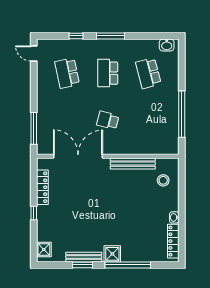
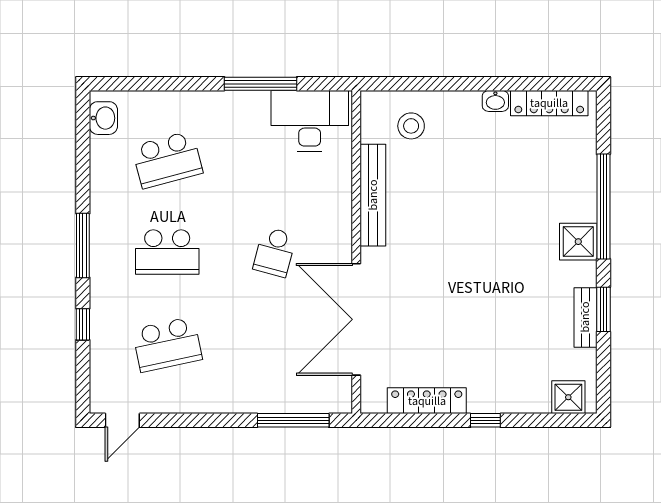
window: (182, 114) -> (261, 84), width x0.68
desk: (165, 136) -> (310, 121), added
bench: (84, 257) -> (585, 317), width x0.73

